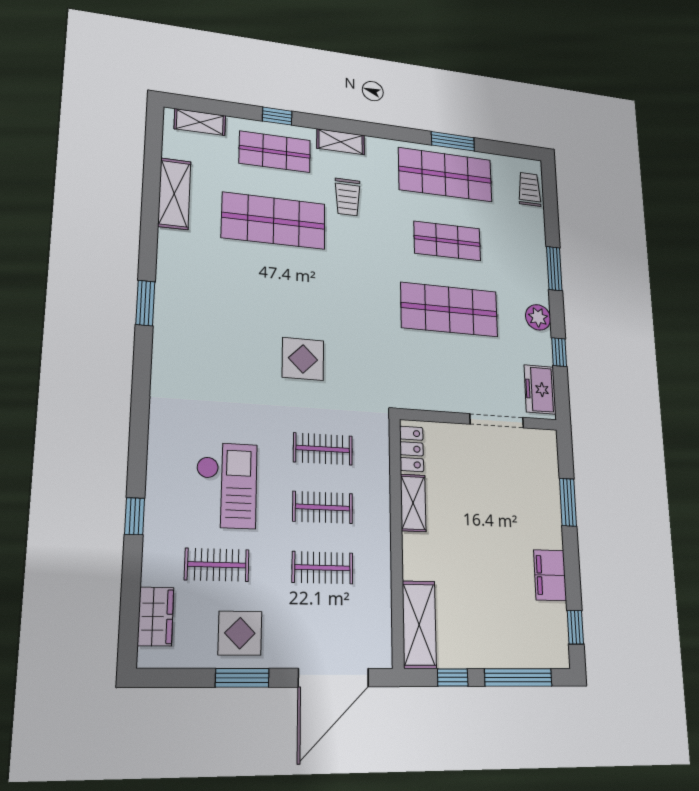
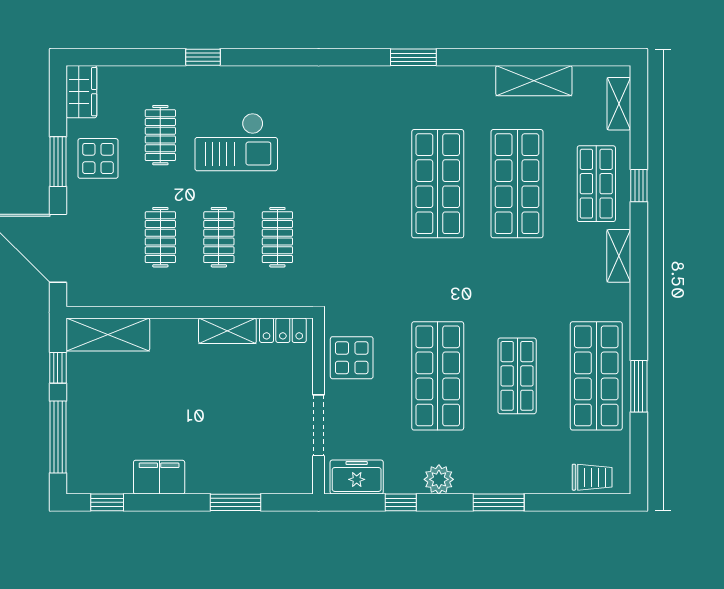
trolley: (348, 197) -> (554, 263), removed
shop shelf: (272, 292) -> (438, 184), added
display table: (303, 359) -> (352, 358), moved
wardrobe: (156, 616) -> (81, 92), moved, turned -90

